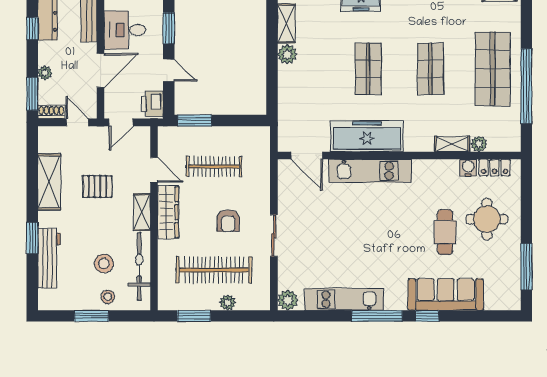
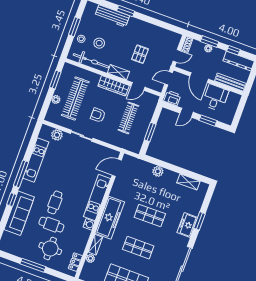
plant: (287, 54) -> (158, 171), moved
window: (32, 94) -> (210, 42), moved
window: (195, 121) -> (150, 132), moved
door: (121, 122) -> (169, 78), hinge flipped
freezer: (367, 136) -> (110, 218), moved
water cooler: (468, 168) -> (89, 224), moved
shelving: (49, 182) -> (151, 30), removed
cafe table: (405, 240) -> (55, 202), added
window: (526, 267) -> (33, 265), moved
plant: (288, 300) -> (57, 135), moved

